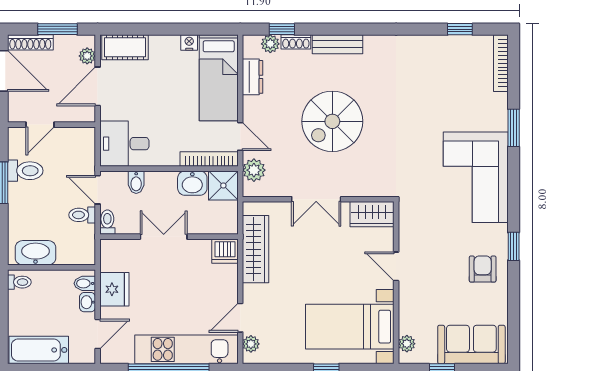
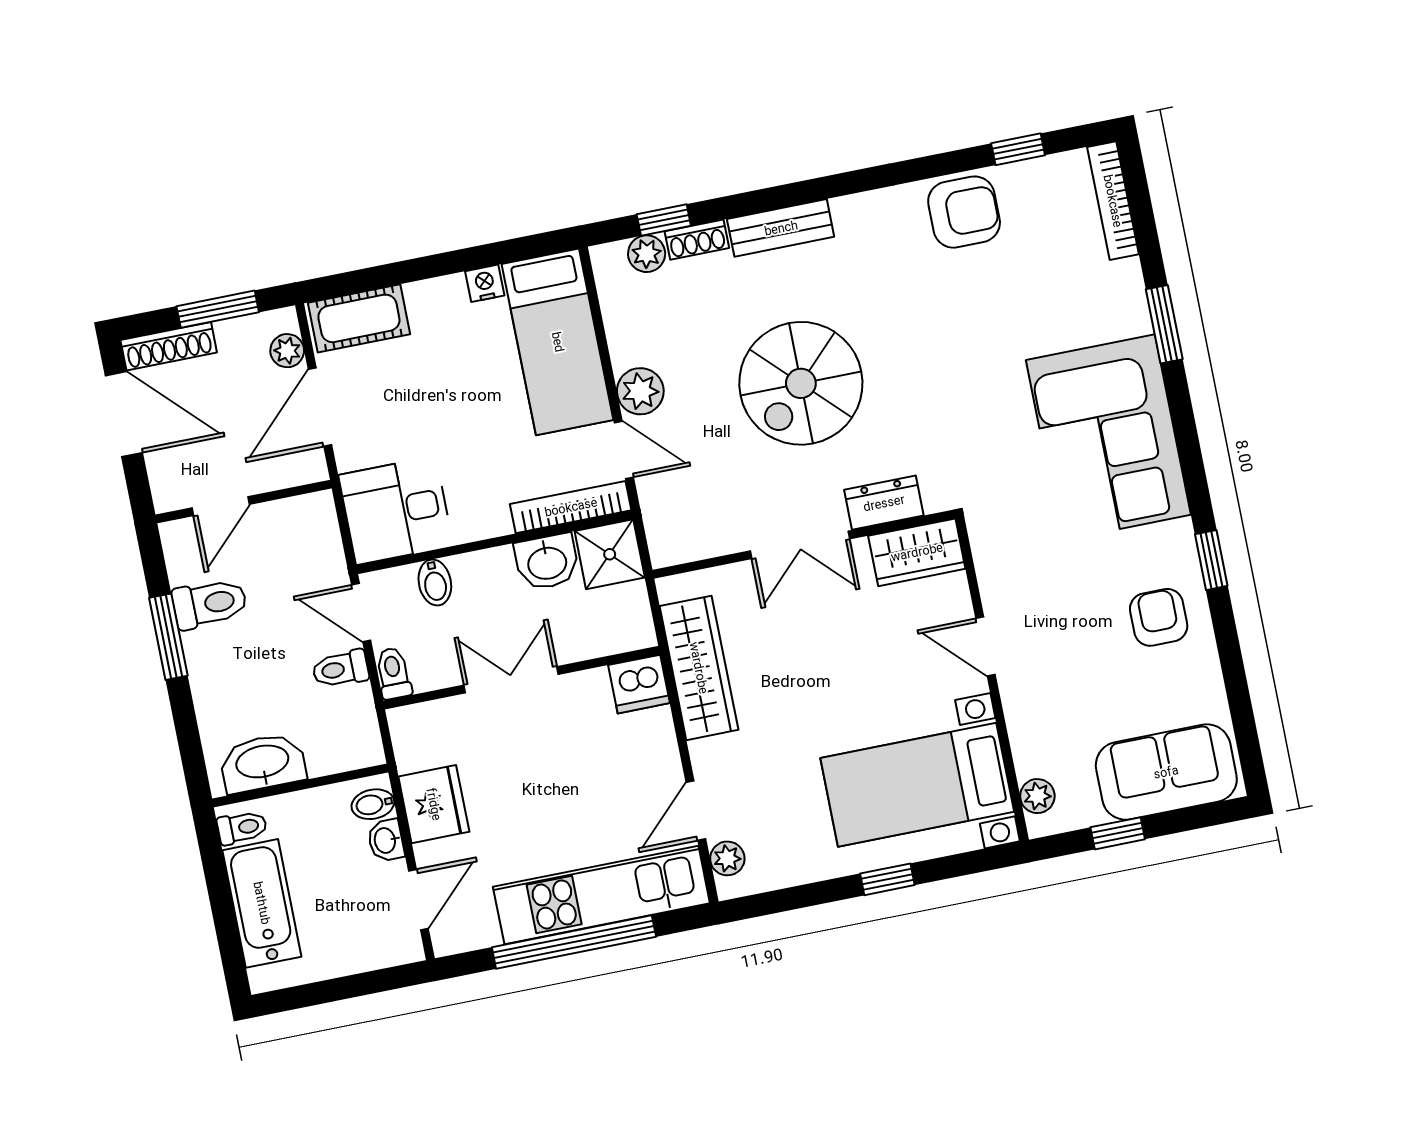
armchair: (428, 54) -> (964, 212), added
dresser: (253, 77) -> (884, 503), moved, turned -90
plant: (254, 170) -> (640, 391), moved
bathtub: (39, 350) -> (262, 903), moved, turned 90

